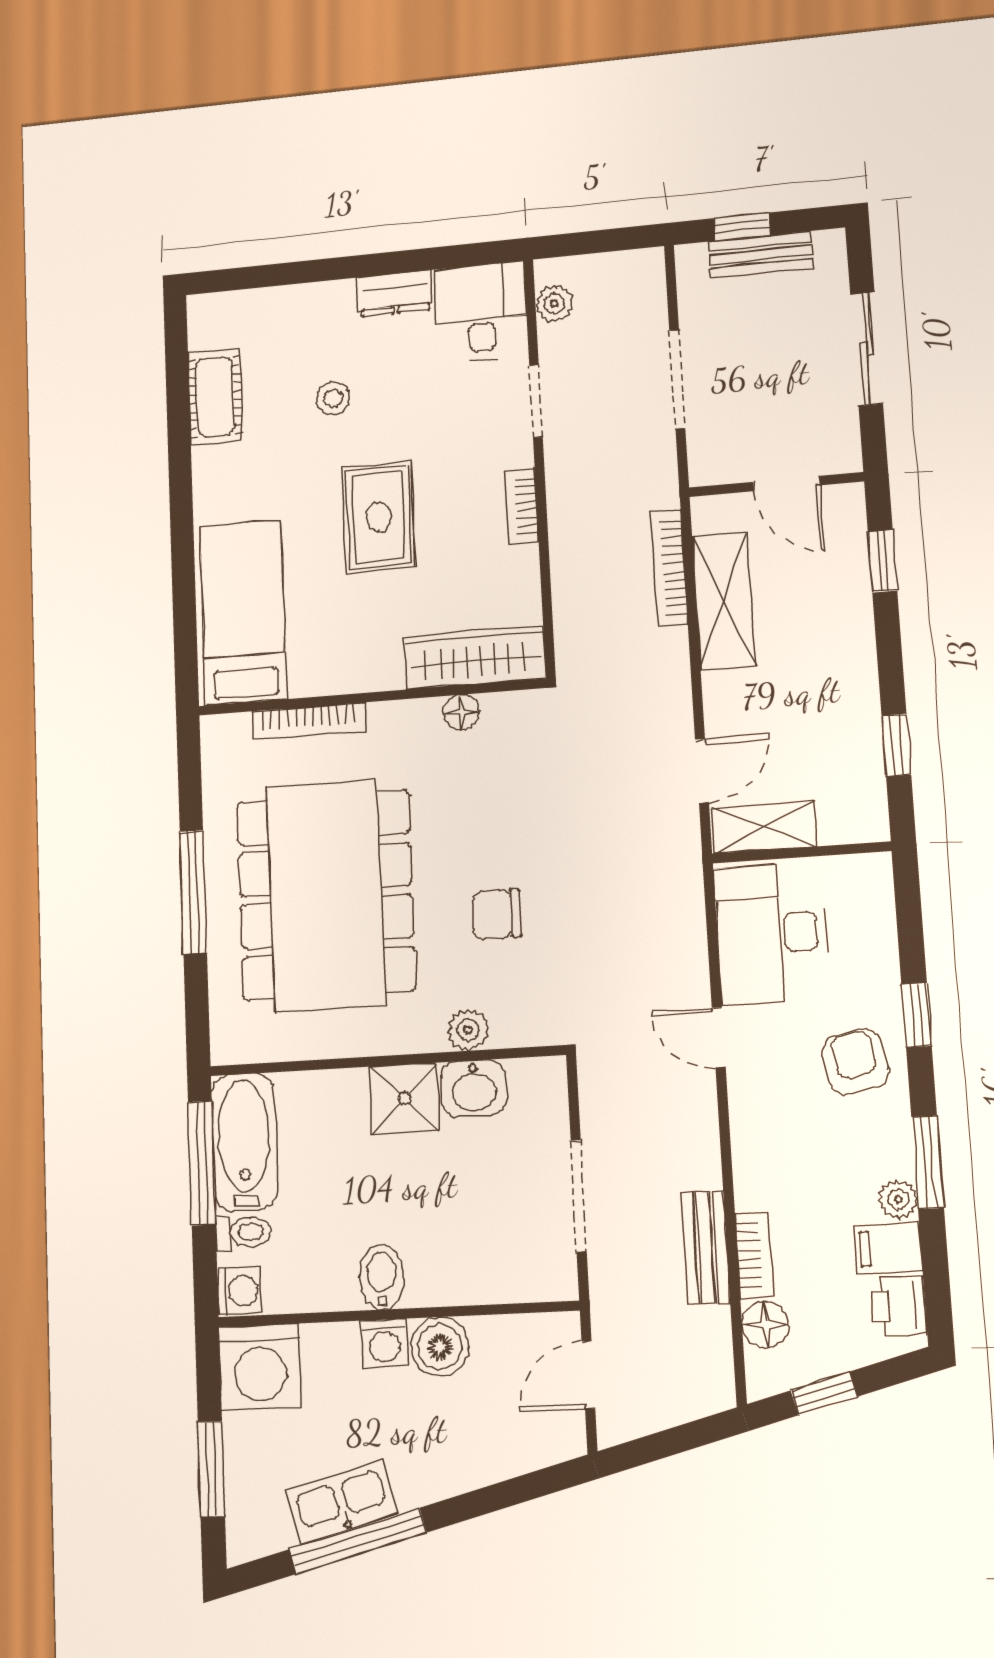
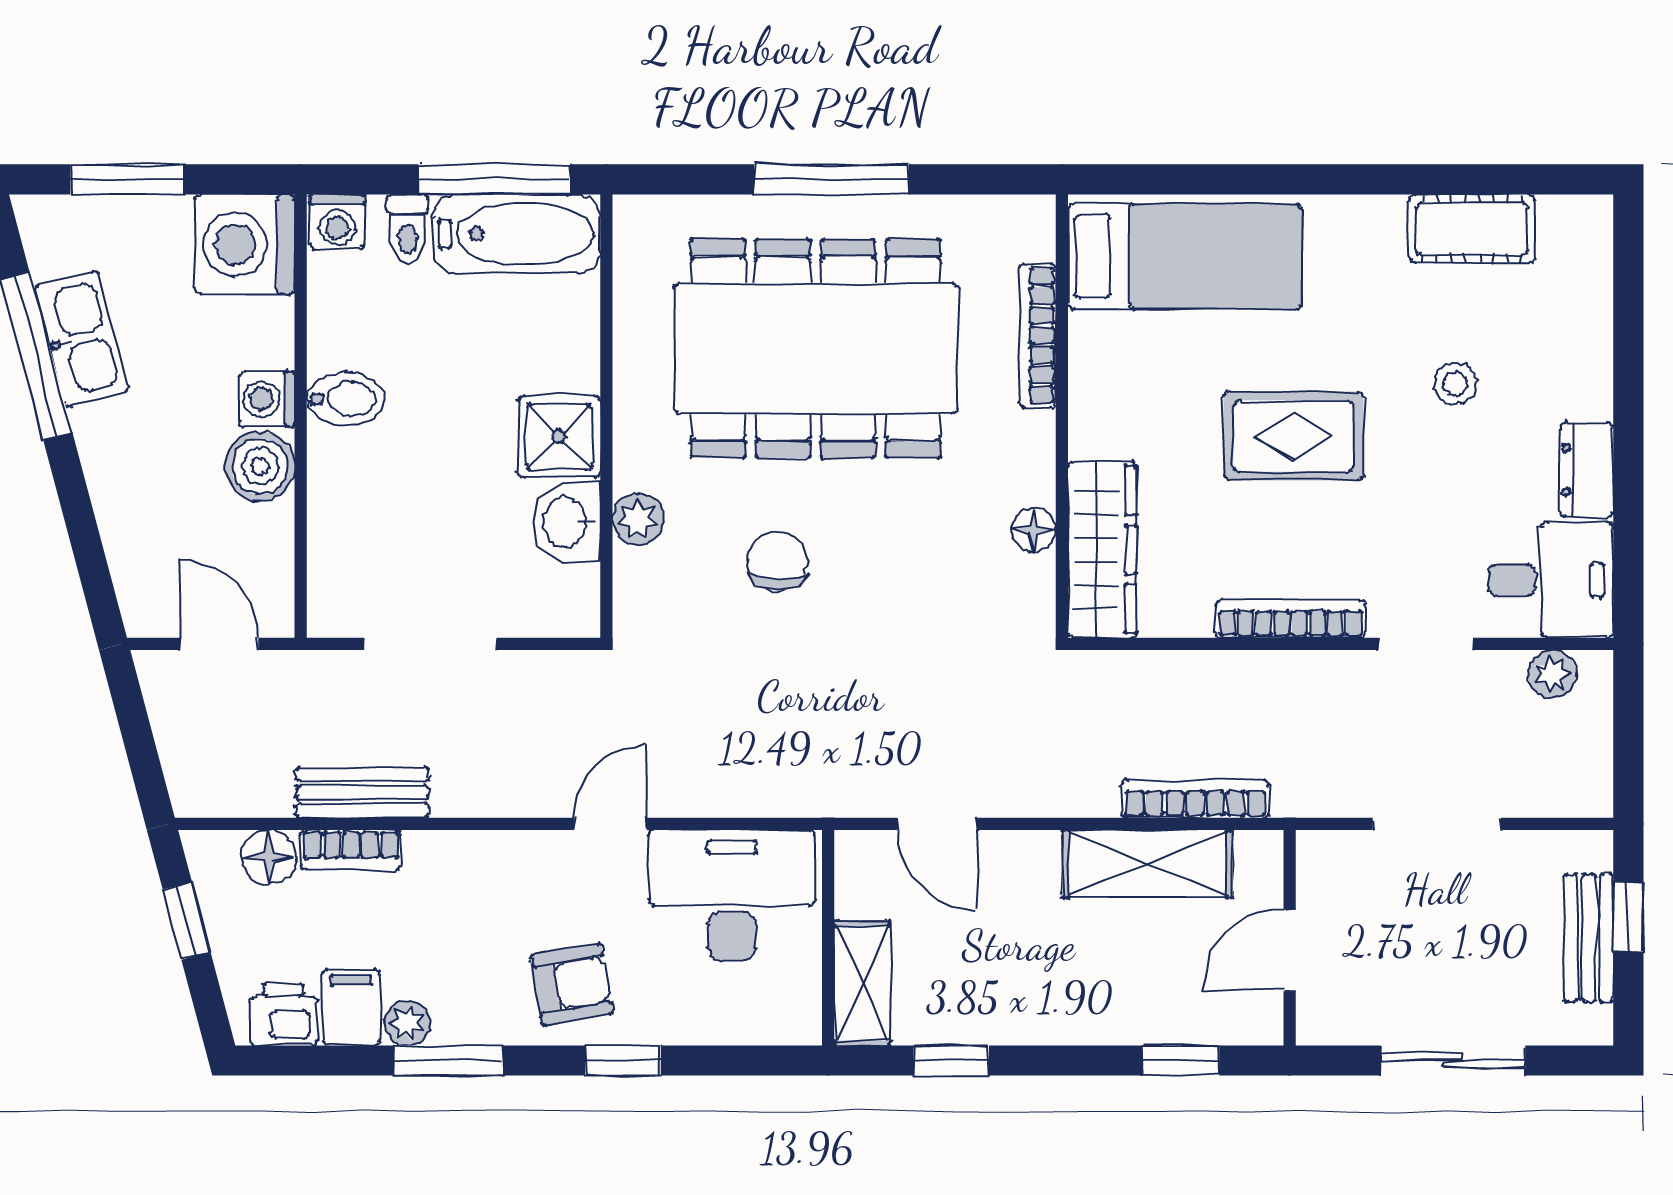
bookcase: (522, 507) -> (1290, 619), width x1.56
shelving: (764, 827) -> (862, 983), moved

